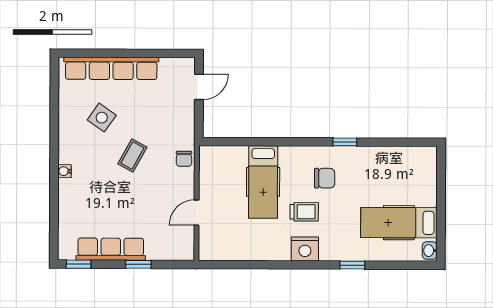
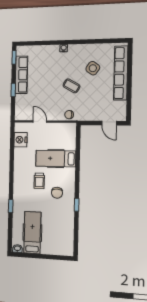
nightstand: (305, 249) -> (20, 140), moved

